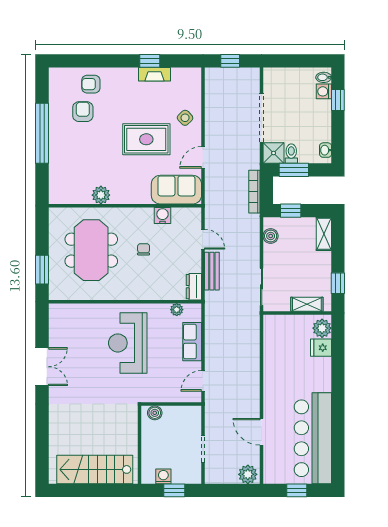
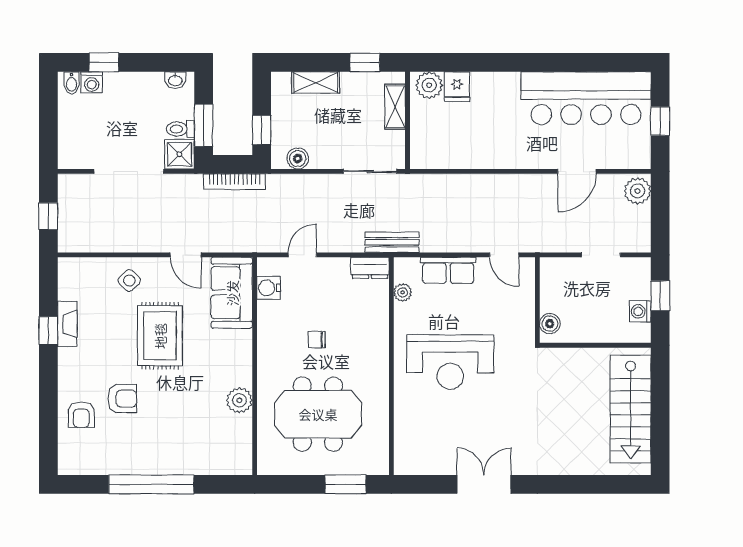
armchair: (83, 112) -> (122, 399), moved, turned 180
water cooler: (162, 215) -> (268, 288), moved
shelving: (324, 234) -> (316, 82), moved
bench: (212, 271) -> (392, 242), moved

